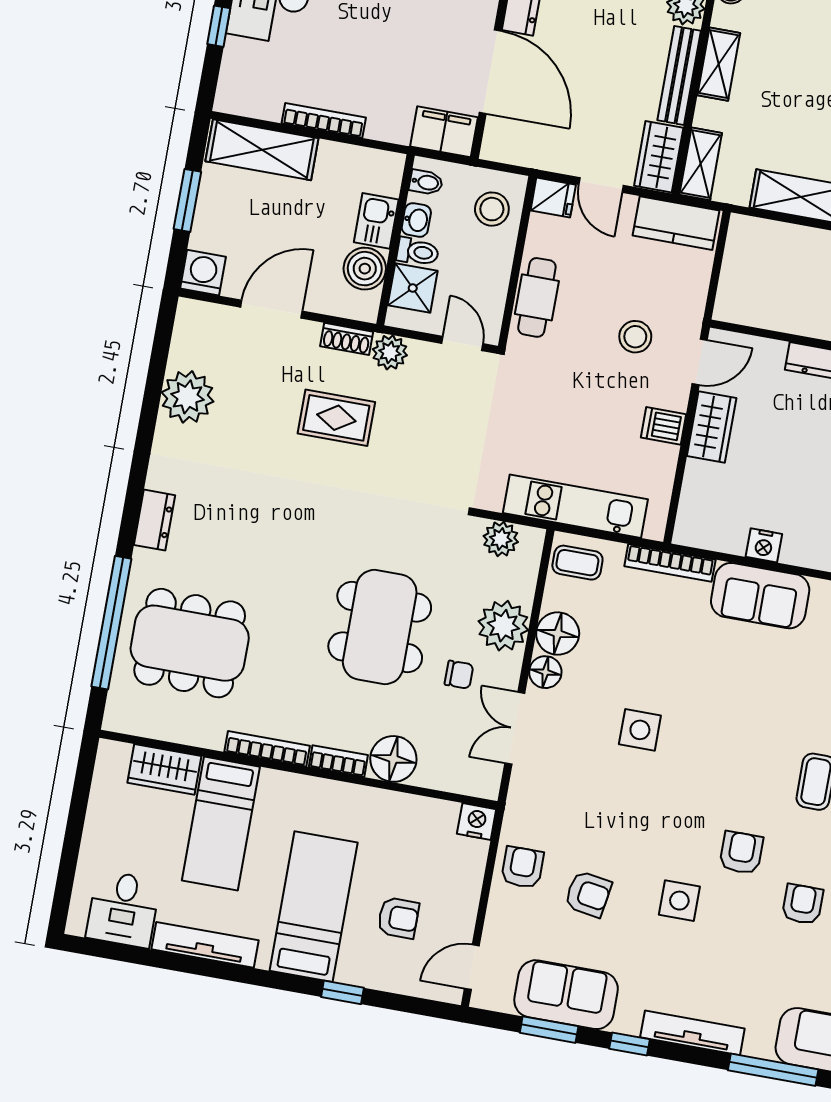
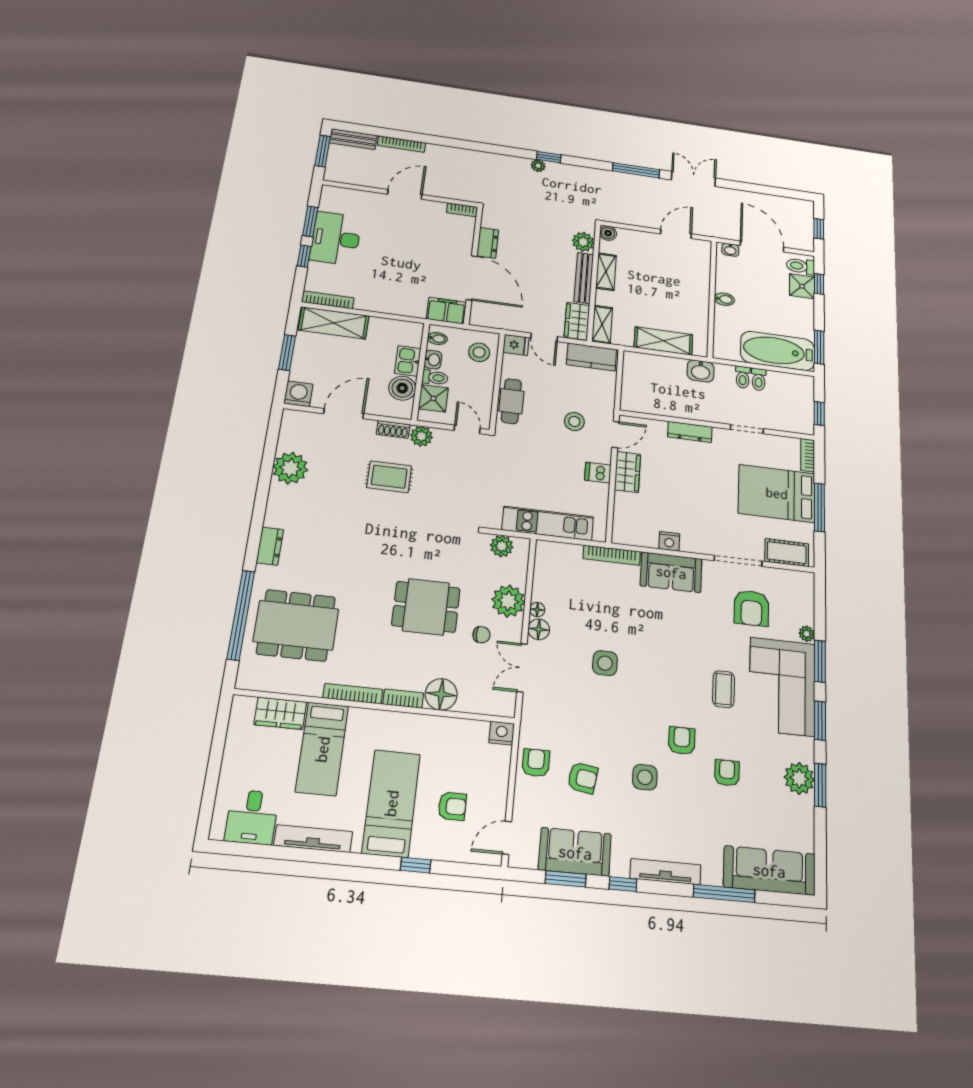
bookcase: (324, 120) -> (328, 300), moved
coffee table: (577, 563) -> (553, 558), removed
dining table: (380, 627) -> (426, 607), width x0.73
floor lamp: (558, 634) -> (537, 610), width x0.53, depth x0.53

